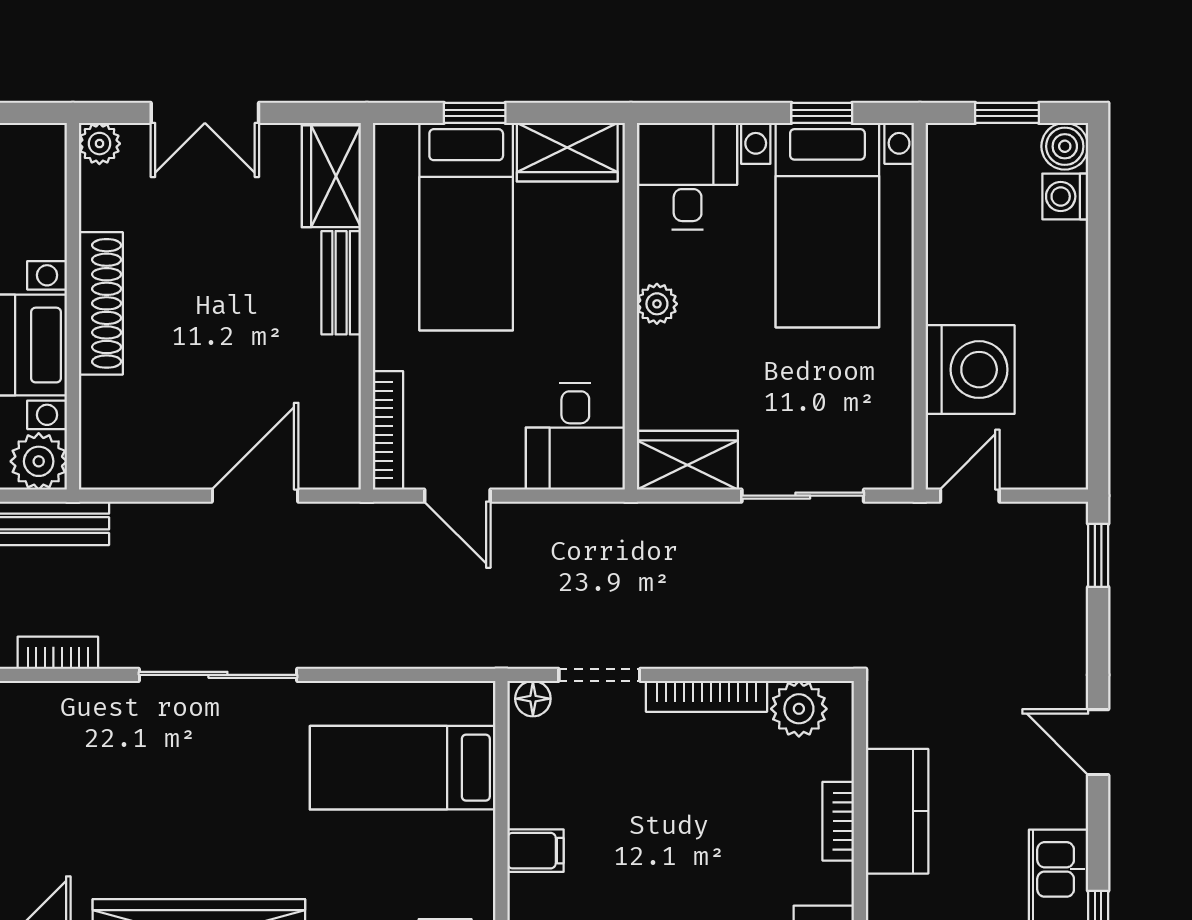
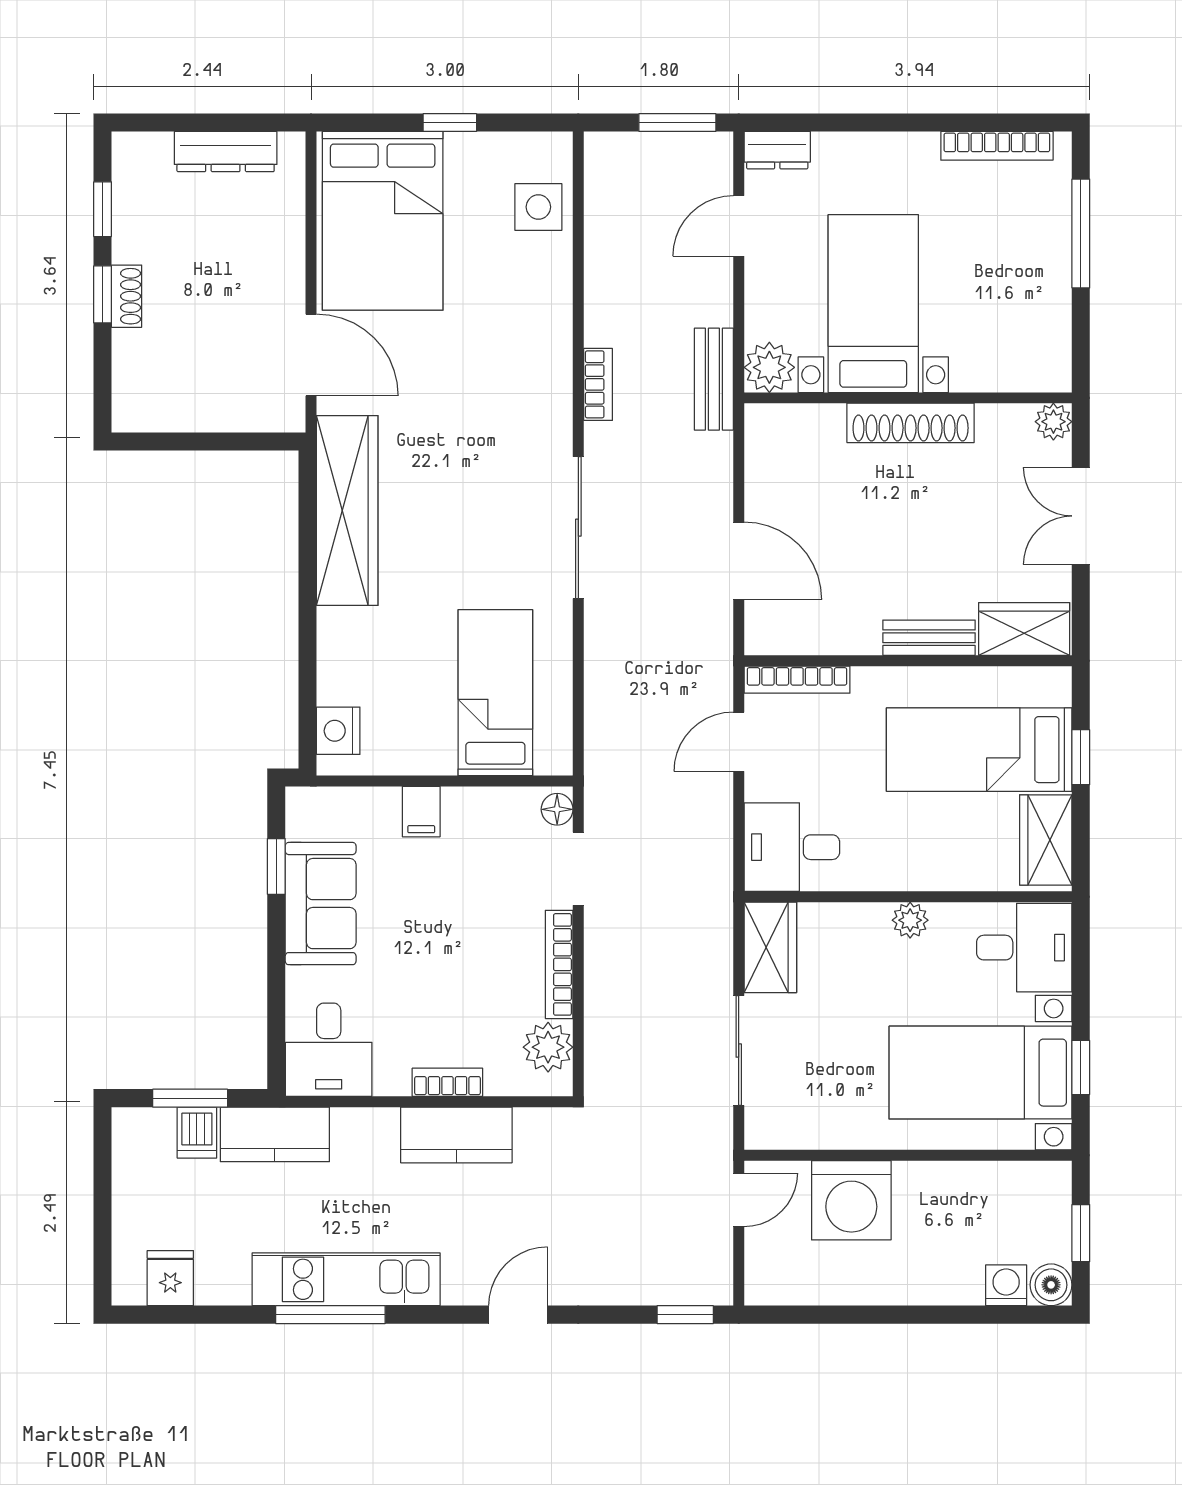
door: (970, 496) -> (739, 1200), hinge flipped

